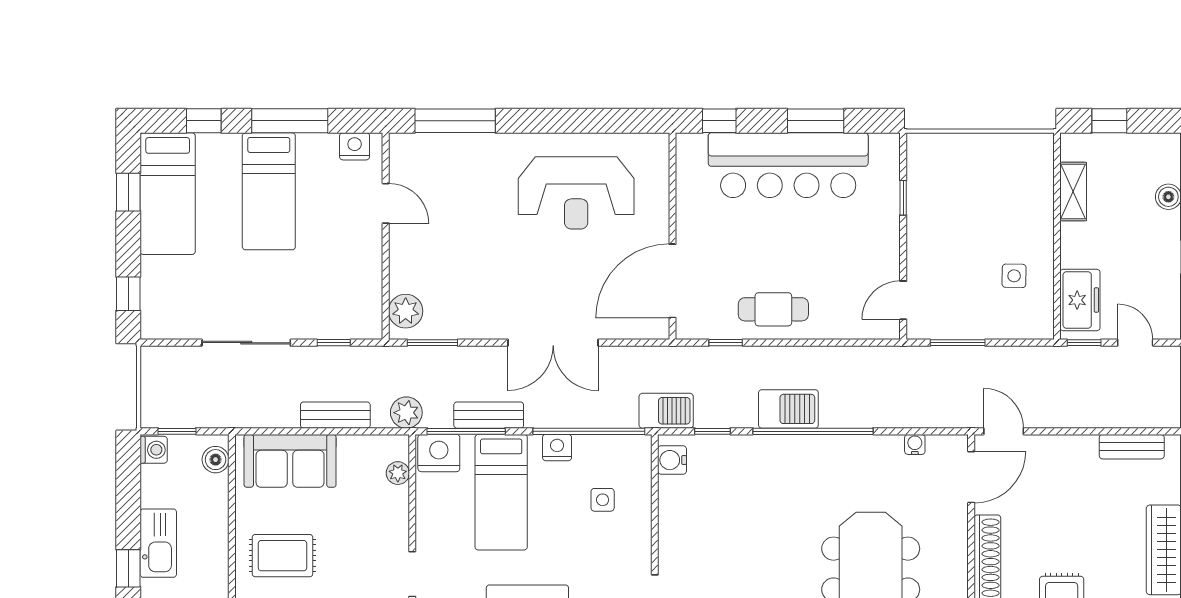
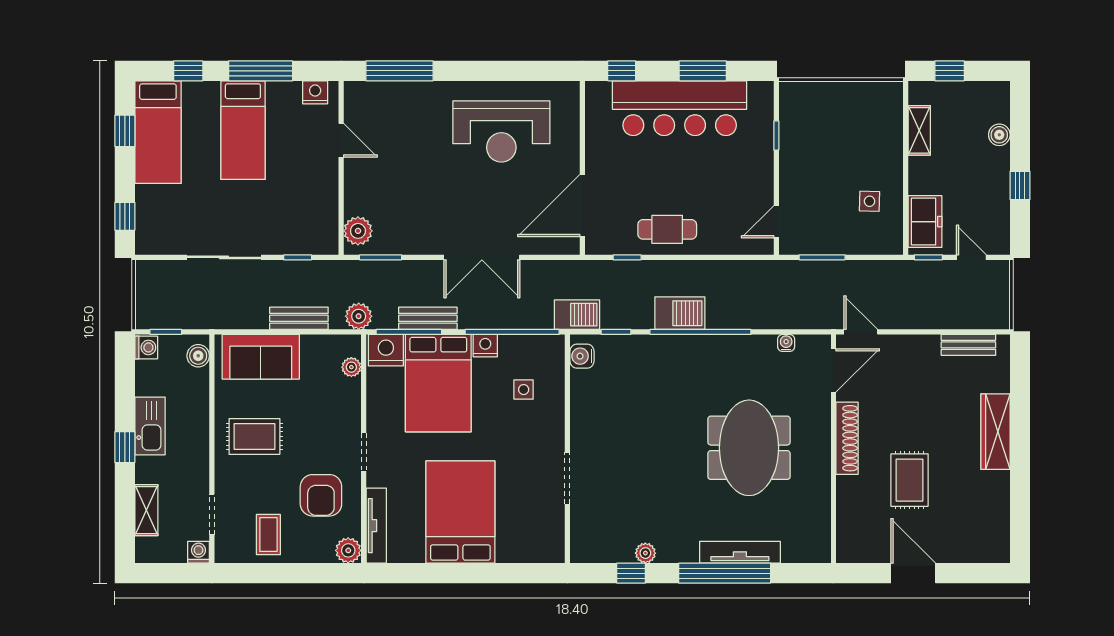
bed: (501, 492) -> (438, 383), width x1.50

